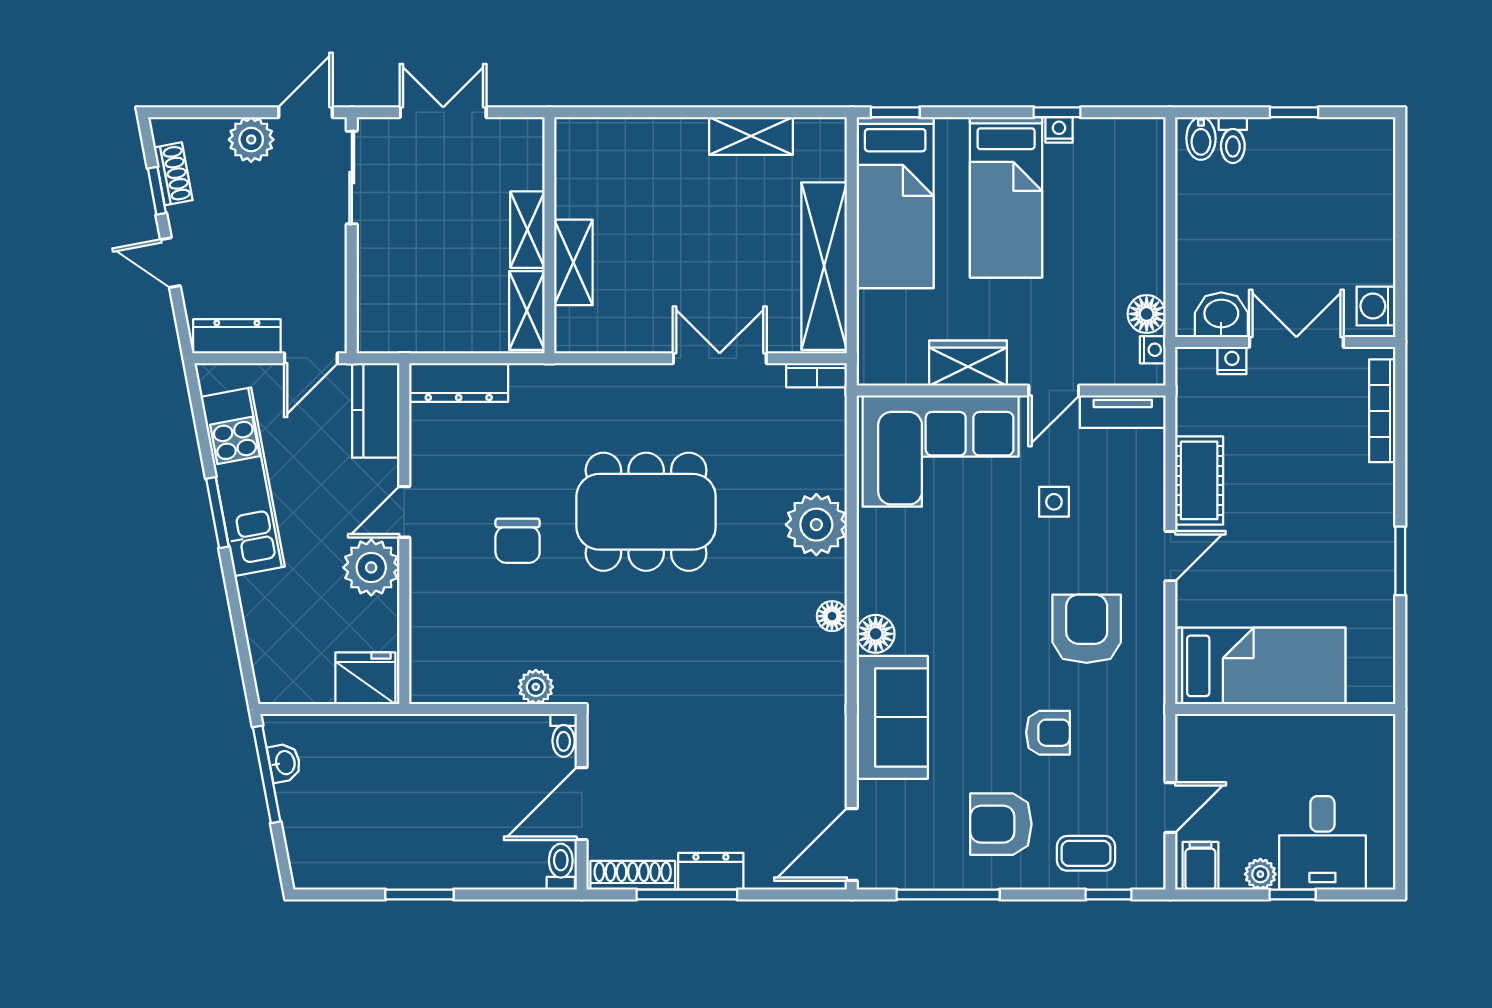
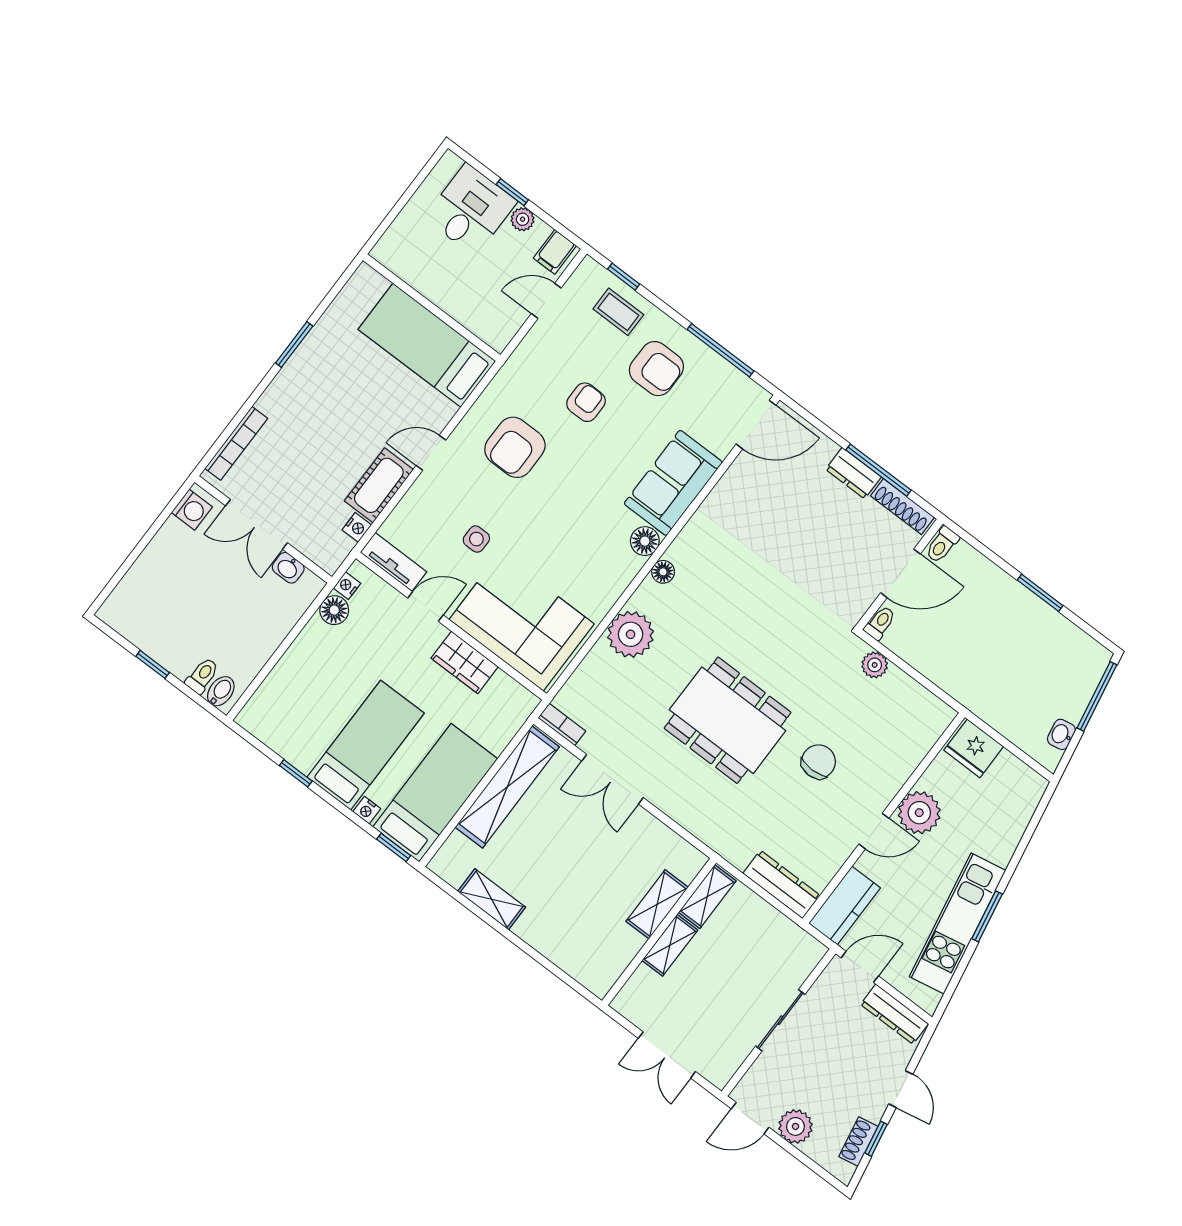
nightstand: (1059, 130) -> (367, 810), moved
sliding door: (352, 178) -> (780, 1020), moved
washbasin: (1221, 315) -> (288, 568), width x0.72, depth x0.69
nightstand: (1232, 361) -> (357, 527), moved, turned -90
armchair: (1048, 733) -> (586, 402), turned 90
window: (267, 774) -> (1097, 696), moved

